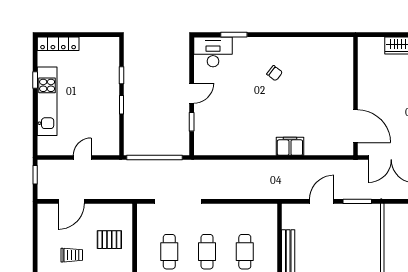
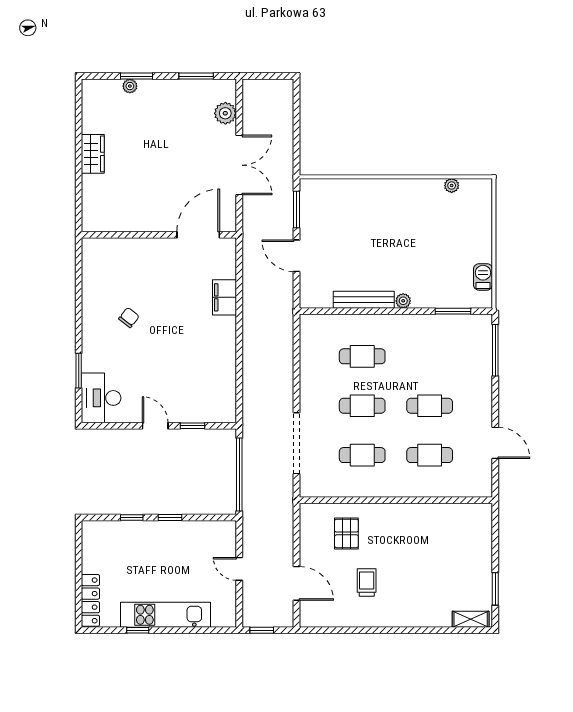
wall: (356, 96) -> (159, 235), moved
door: (356, 126) -> (198, 235), moved

